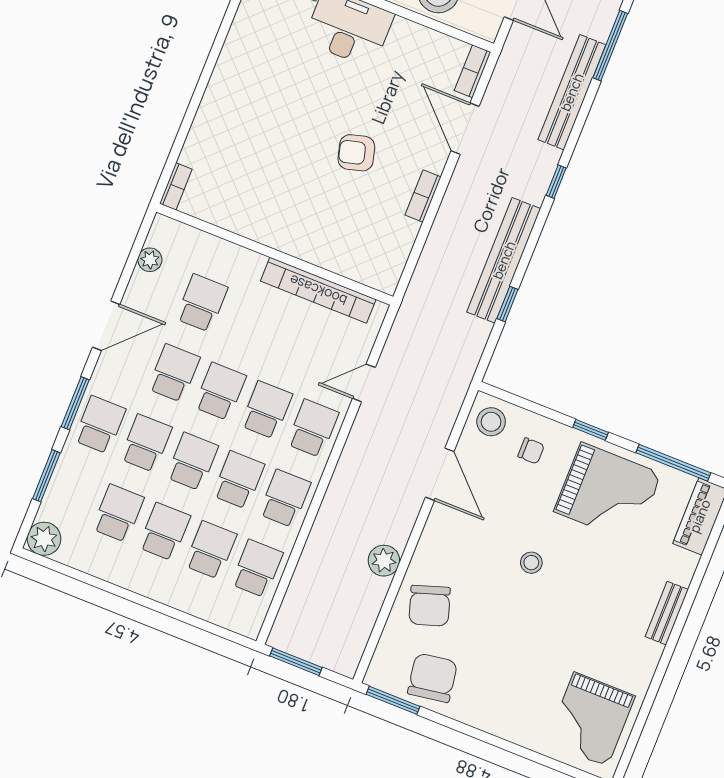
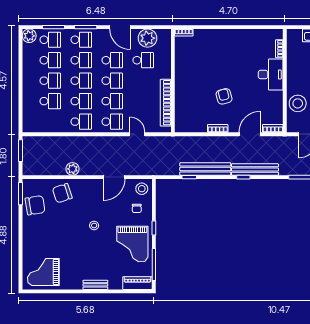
bench: (572, 92) -> (255, 170), moved
plant: (150, 260) -> (147, 38), width x1.87, depth x1.87
school desk: (257, 568) -> (50, 40), moved

